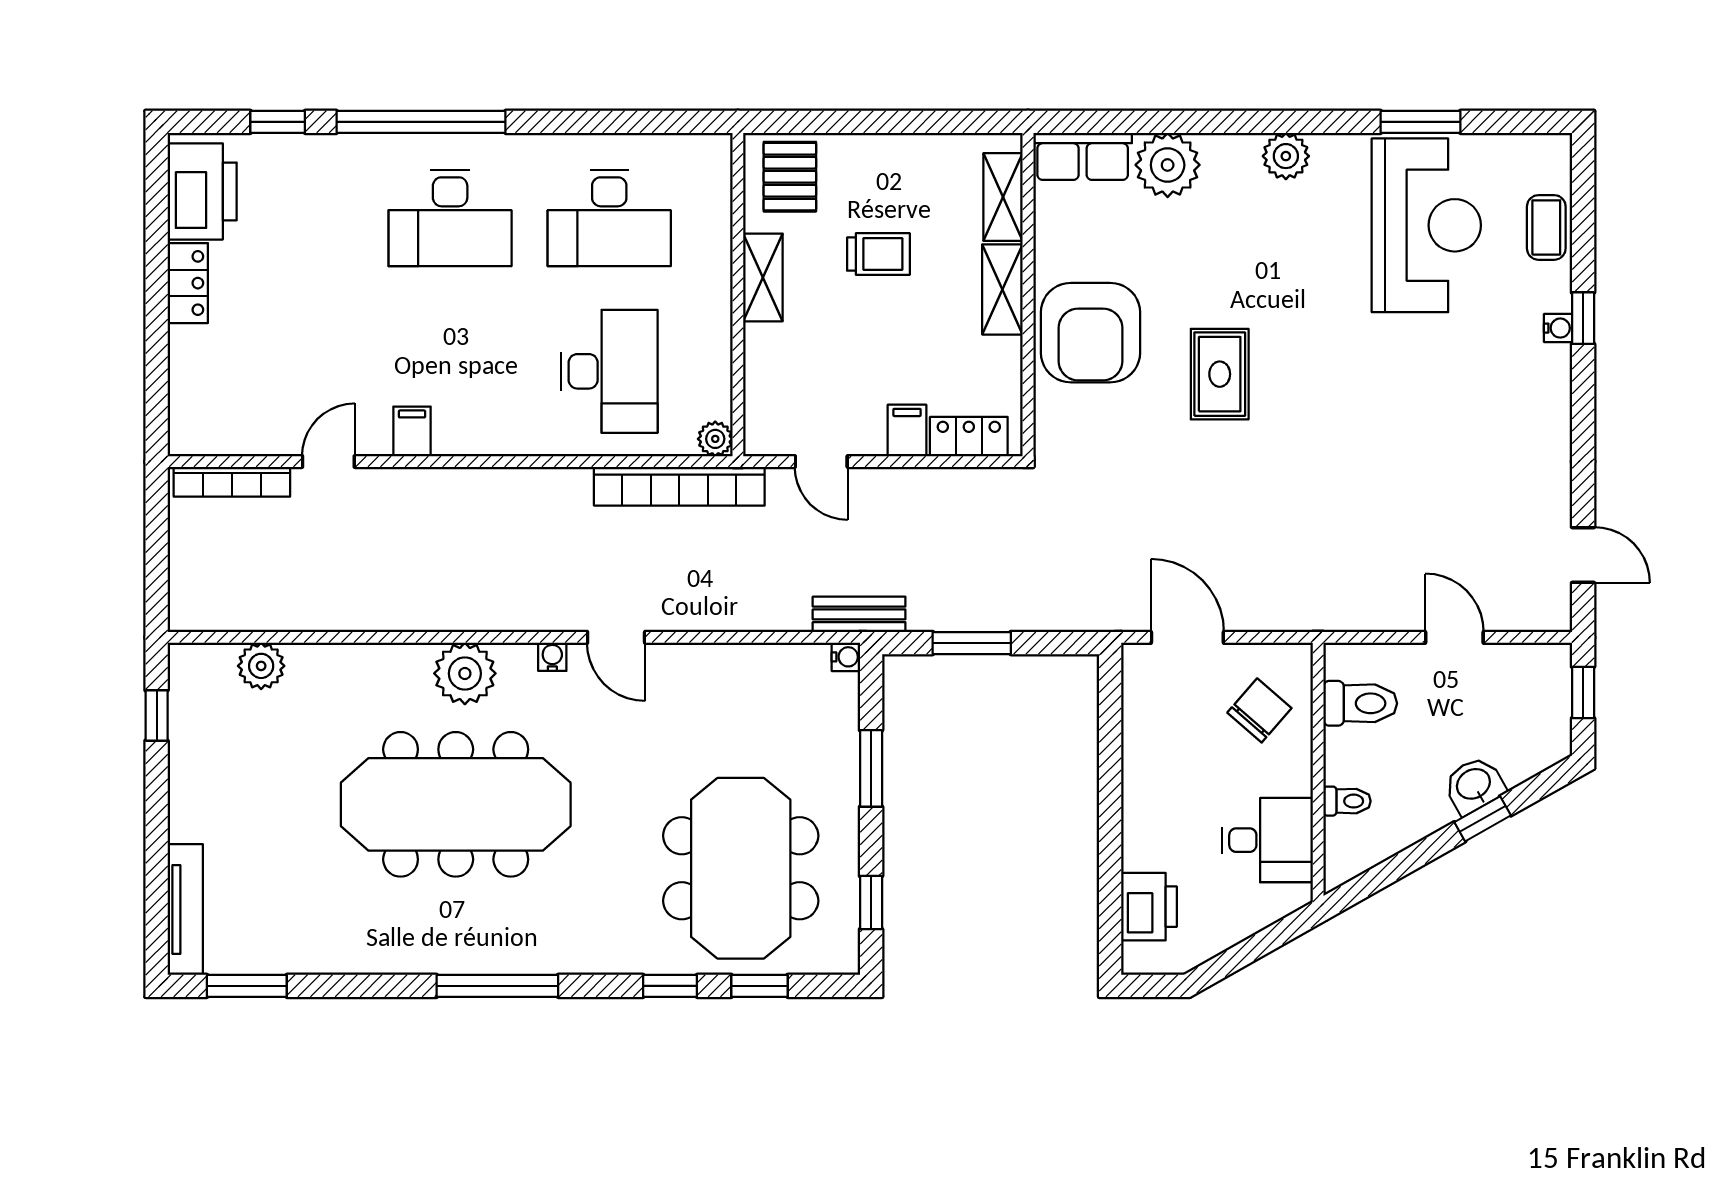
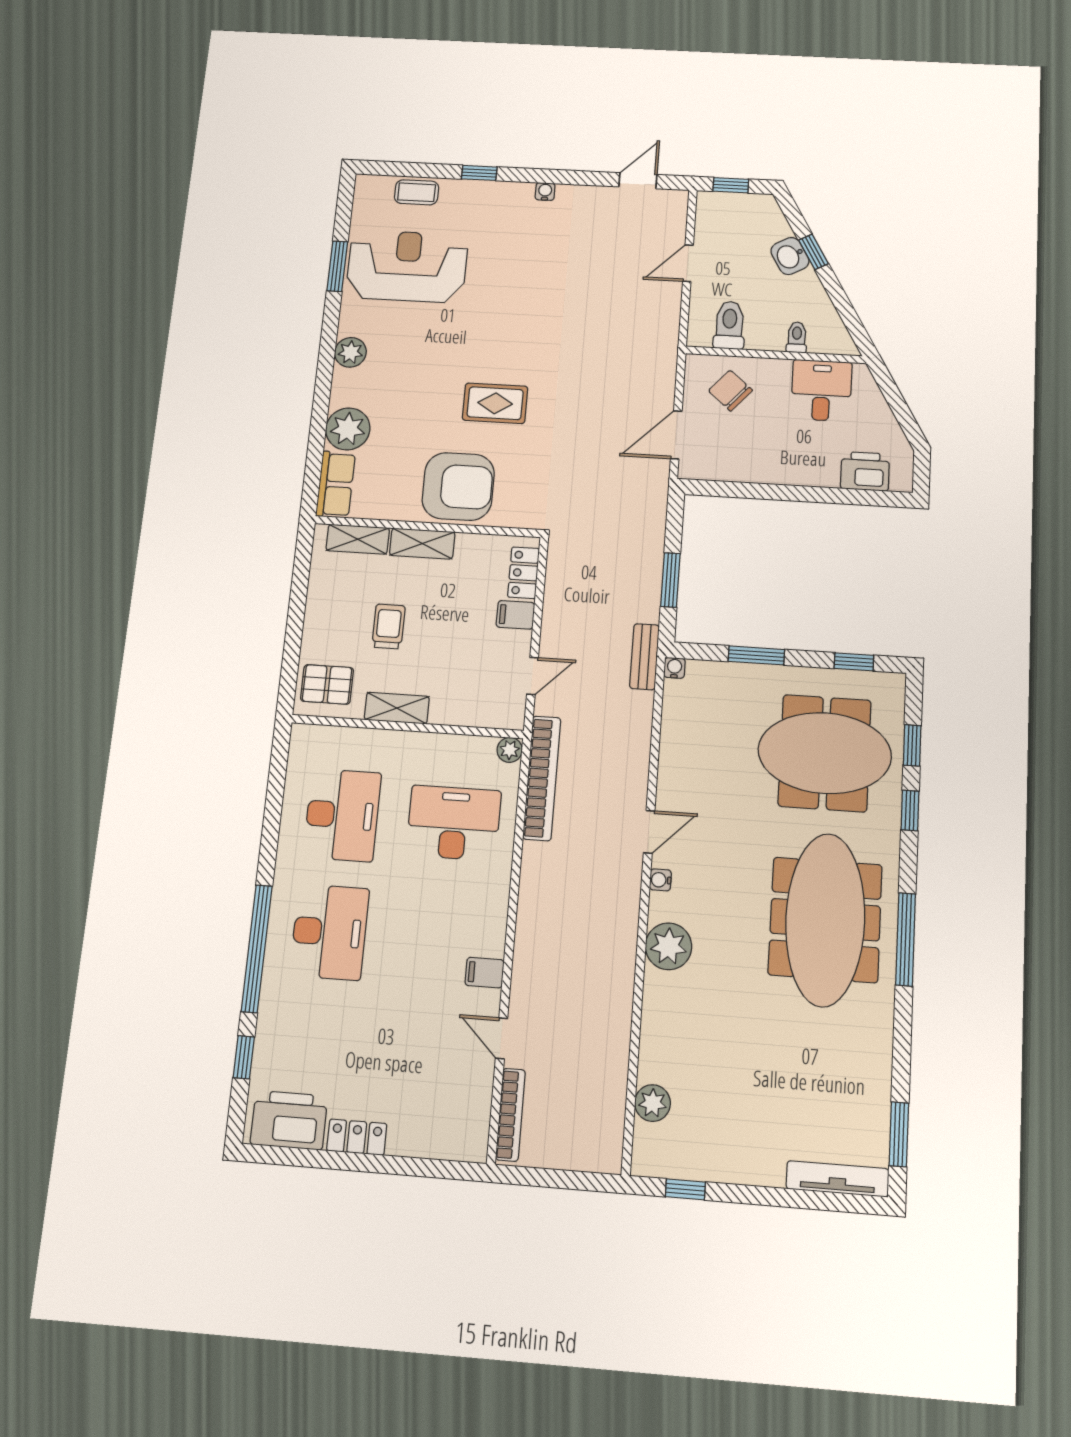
water cooler: (1558, 328) -> (545, 192), moved
meeting table: (456, 804) -> (825, 920), moved

